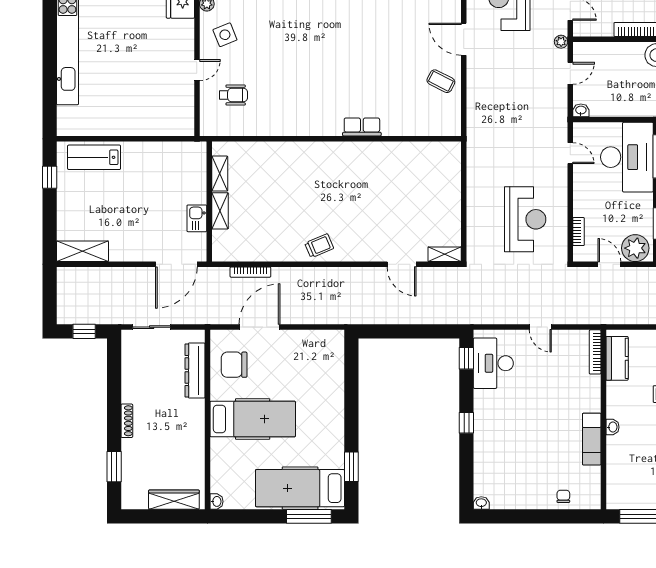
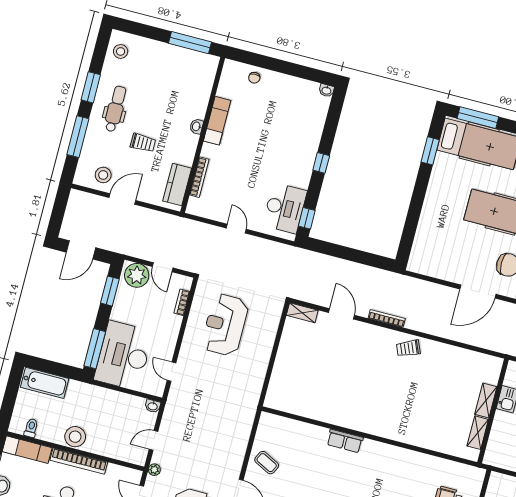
bookcase: (250, 272) -> (387, 318), moved
bookcase: (595, 352) -> (199, 177), moved

